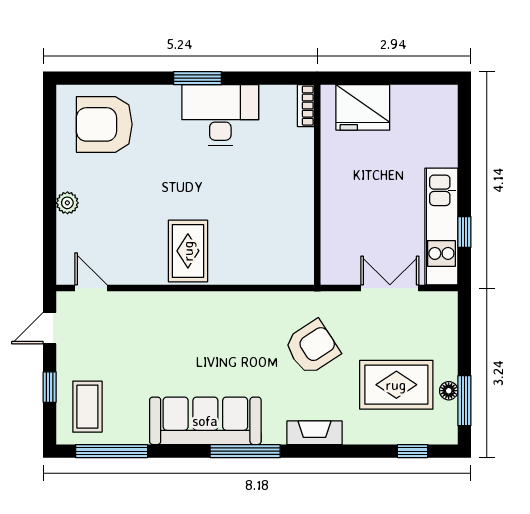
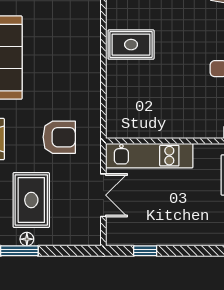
kitchen unit: (441, 227) -> (149, 156), moved, turned 180
armchair: (312, 347) -> (59, 137), turned -57

